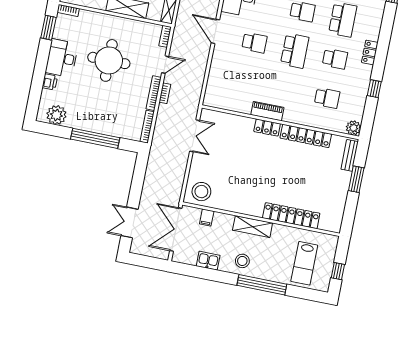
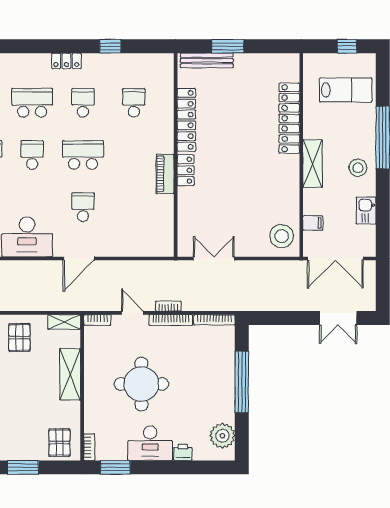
plant: (353, 128) -> (164, 62), removed
bench: (350, 155) -> (207, 60), width x1.36

